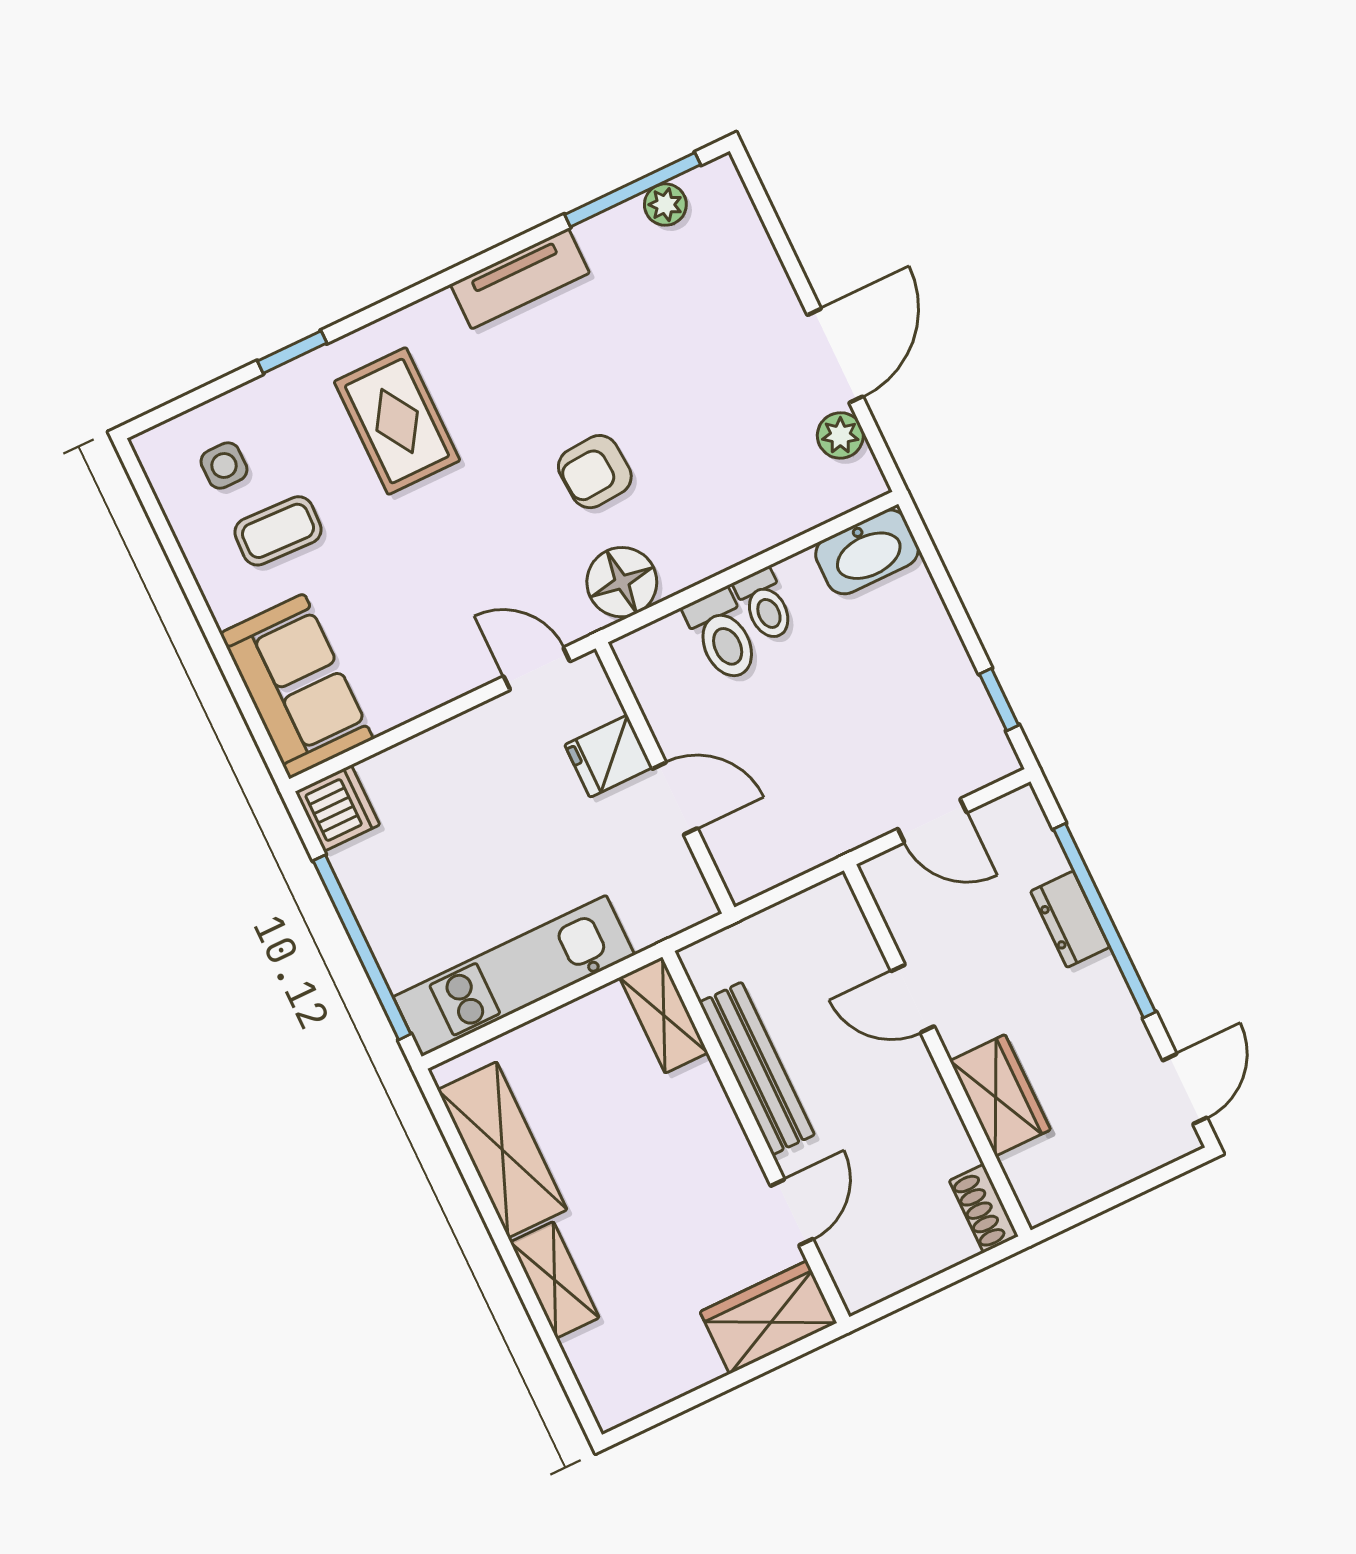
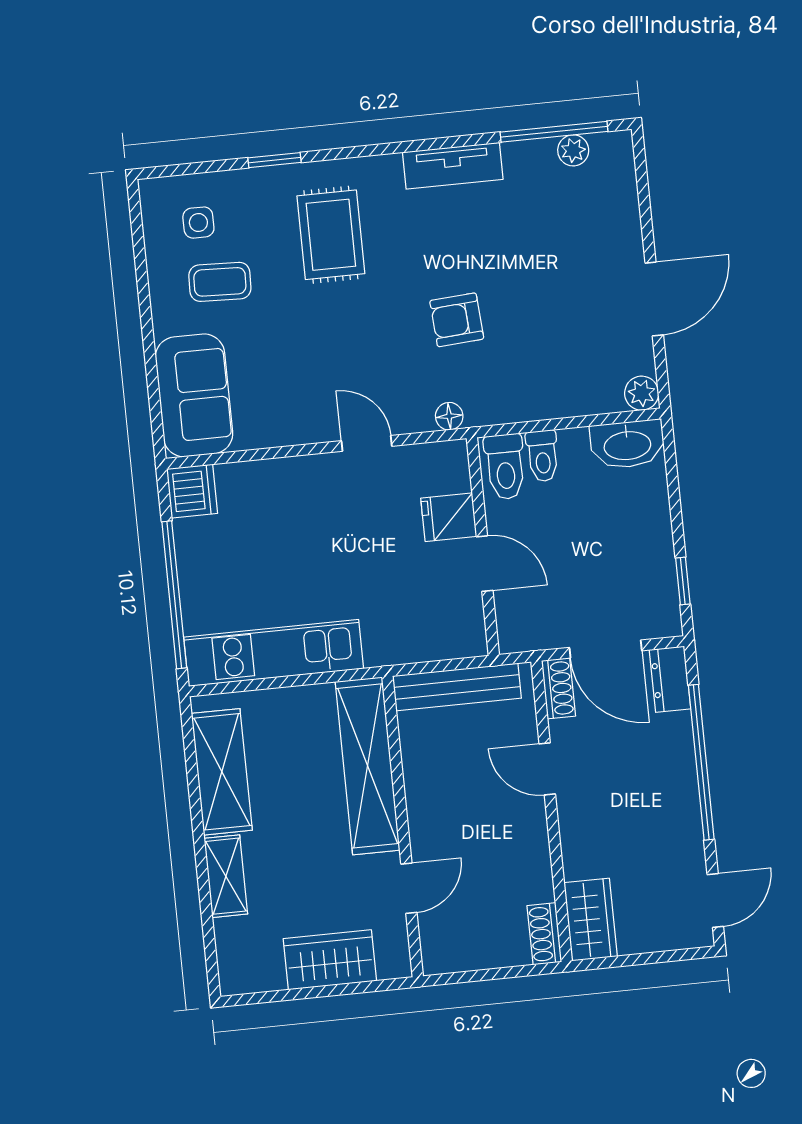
plant: (840, 435) -> (642, 393), moved
floor lamp: (622, 582) -> (449, 416), width x0.53, depth x0.53
fridge: (609, 756) -> (449, 517), moved
wall: (665, 778) -> (483, 547), moved
door: (675, 799) -> (485, 564), moved
door: (932, 821) -> (606, 649), width x1.38
shoe rack: (890, 892) -> (558, 688), added
dresser: (1070, 919) -> (670, 679), moved
shelving: (664, 1015) -> (368, 766), width x2.20, depth x1.33
bench: (757, 1069) -> (457, 687), moved, turned 90
wardrobe: (1000, 1095) -> (591, 920), moved
wardrobe: (768, 1317) -> (330, 960), moved

